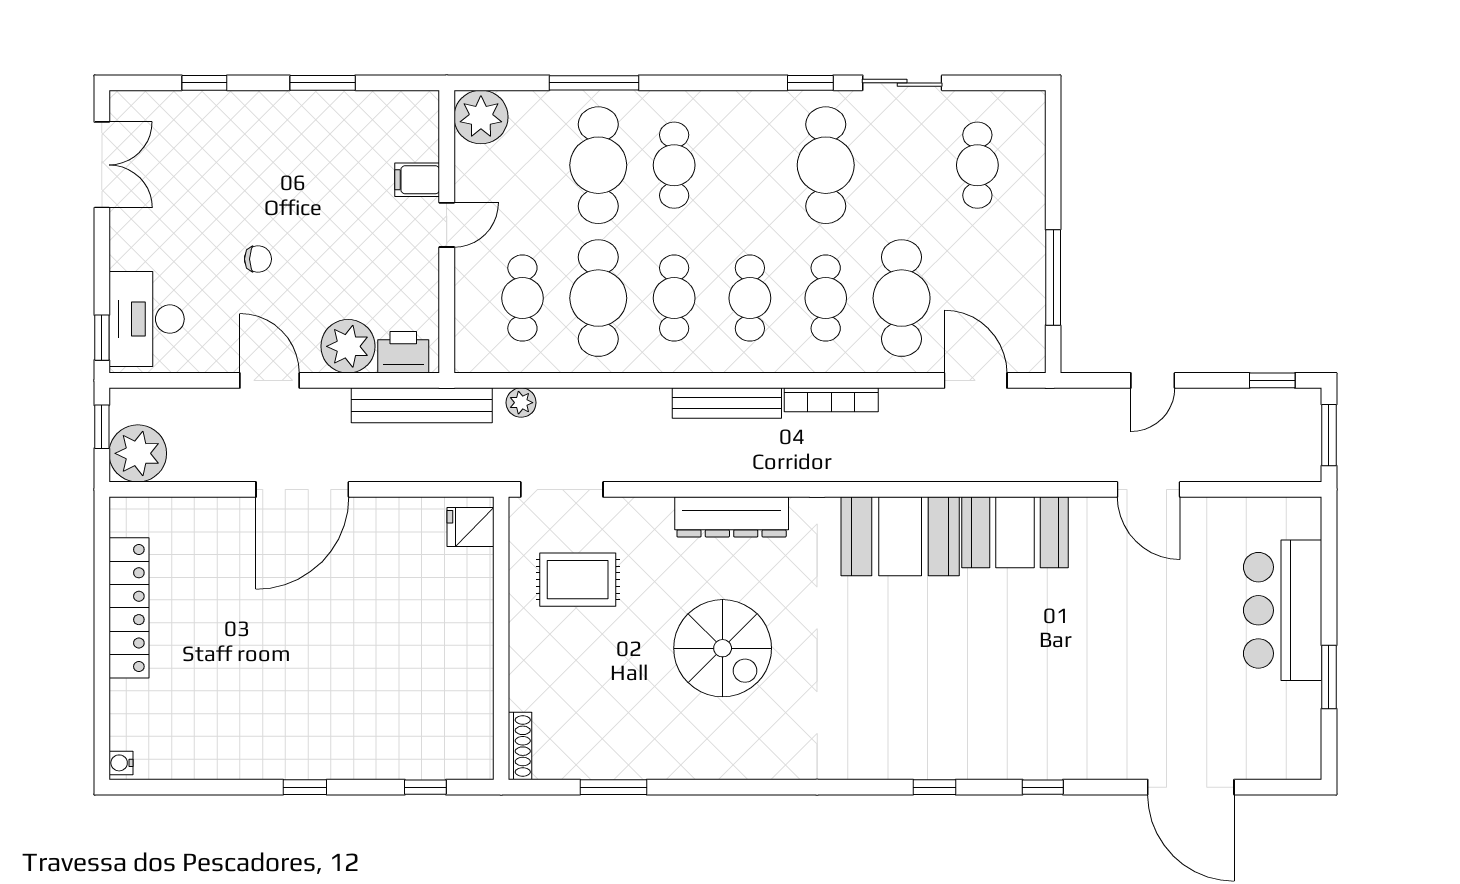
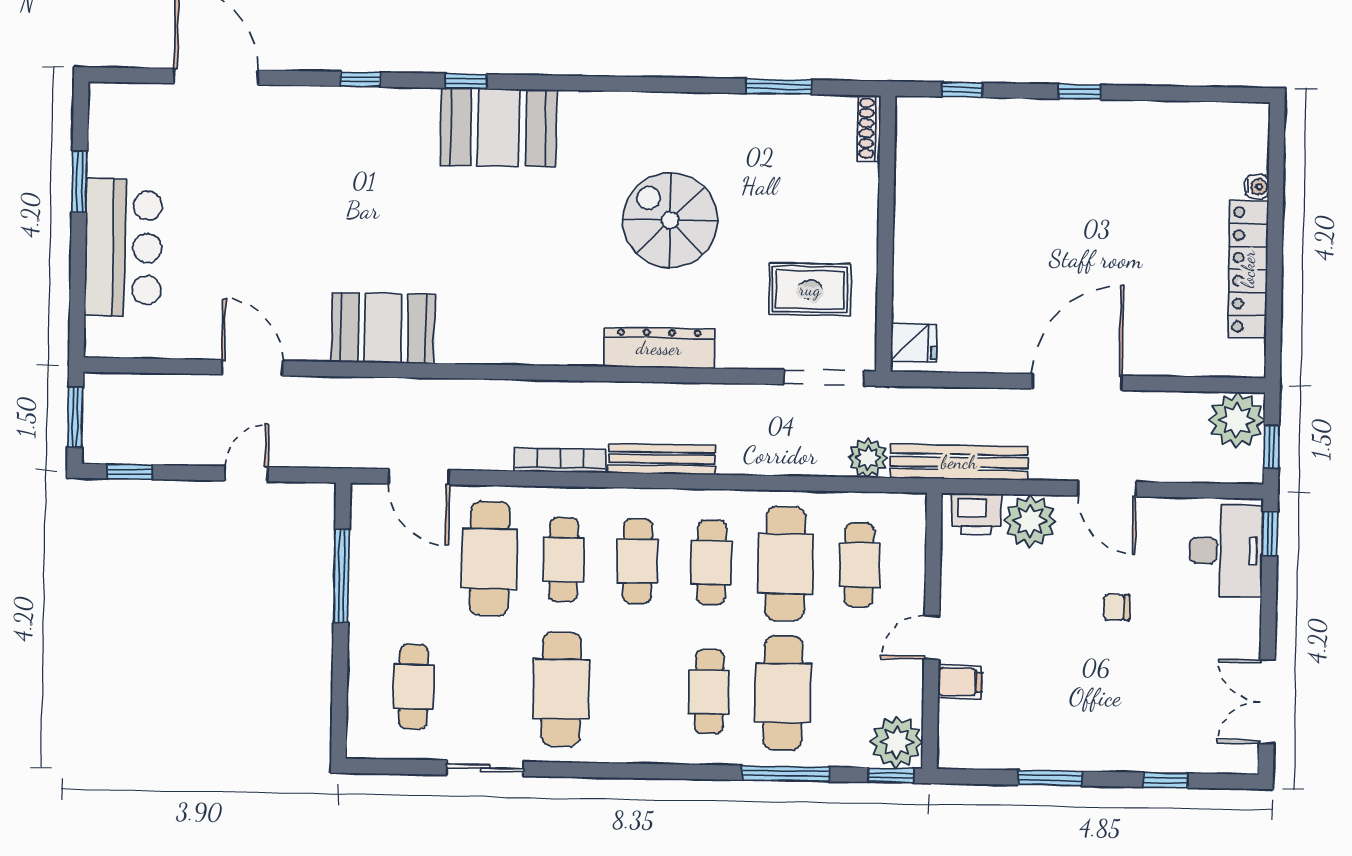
window: (810, 83) -> (891, 775), moved
plant: (521, 403) -> (868, 458), width x1.38, depth x1.38
booth: (900, 536) -> (498, 127), moved
water cooler: (121, 763) -> (1257, 187), moved

